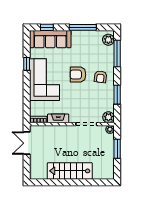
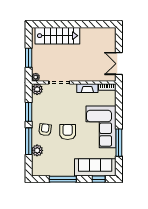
plant: (108, 40) -> (37, 150), moved
window: (117, 53) -> (29, 141), moved
window: (27, 64) -> (119, 143), width x2.17
armchair: (78, 75) -> (68, 132), turned -90
double door: (27, 143) -> (119, 64), swing flipped
stairs: (70, 171) -> (57, 36), moved

